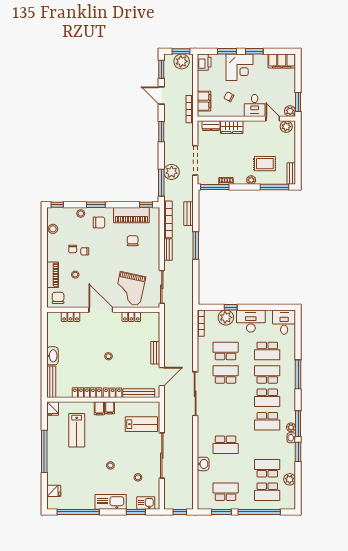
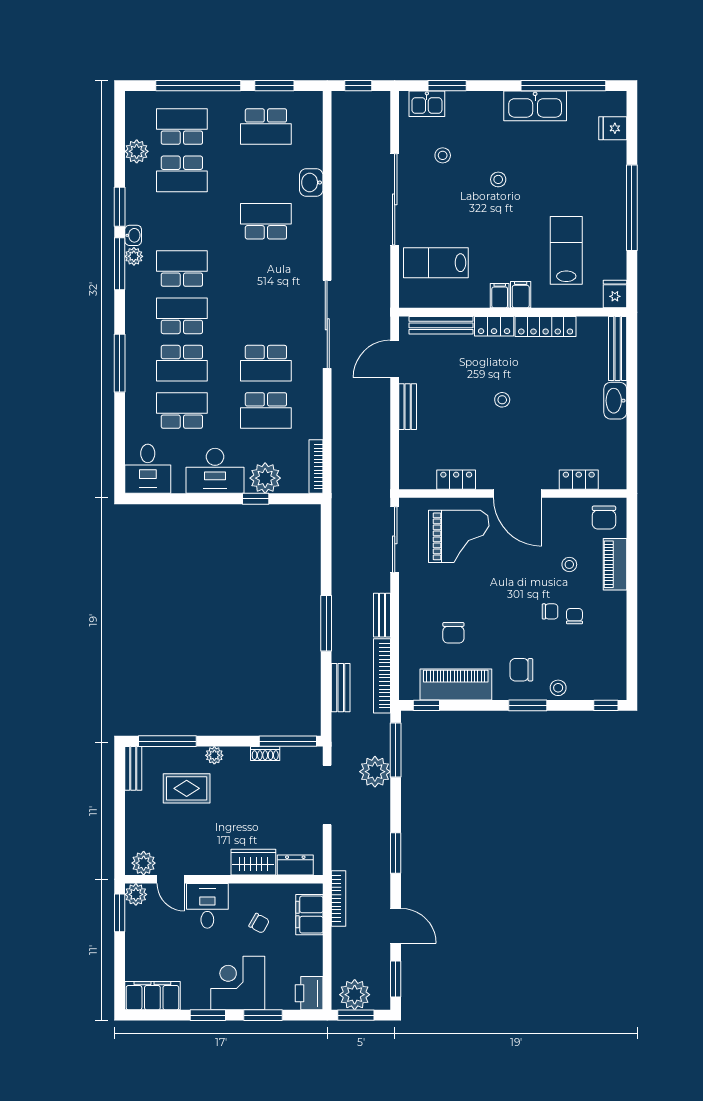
stool: (53, 229) -> (614, 657), removed
grand piano: (130, 289) -> (459, 536), turned 78
kitchen sink: (111, 502) -> (535, 106), moved

